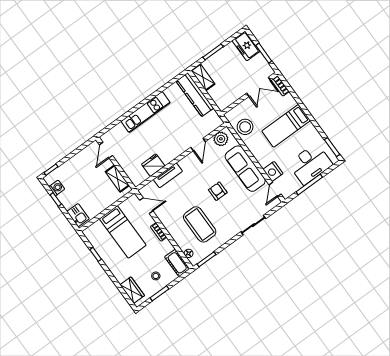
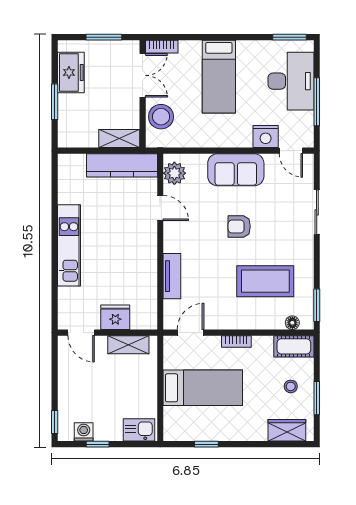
freezer: (246, 46) -> (71, 72), moved, turned -90
shelving: (203, 77) -> (119, 139), moved
kitchen counter: (195, 95) -> (122, 165), moved
stool: (245, 127) -> (161, 117), moved
fridge: (153, 165) -> (115, 317), moved, turned 90
sofa: (245, 169) -> (236, 170), width x0.73

